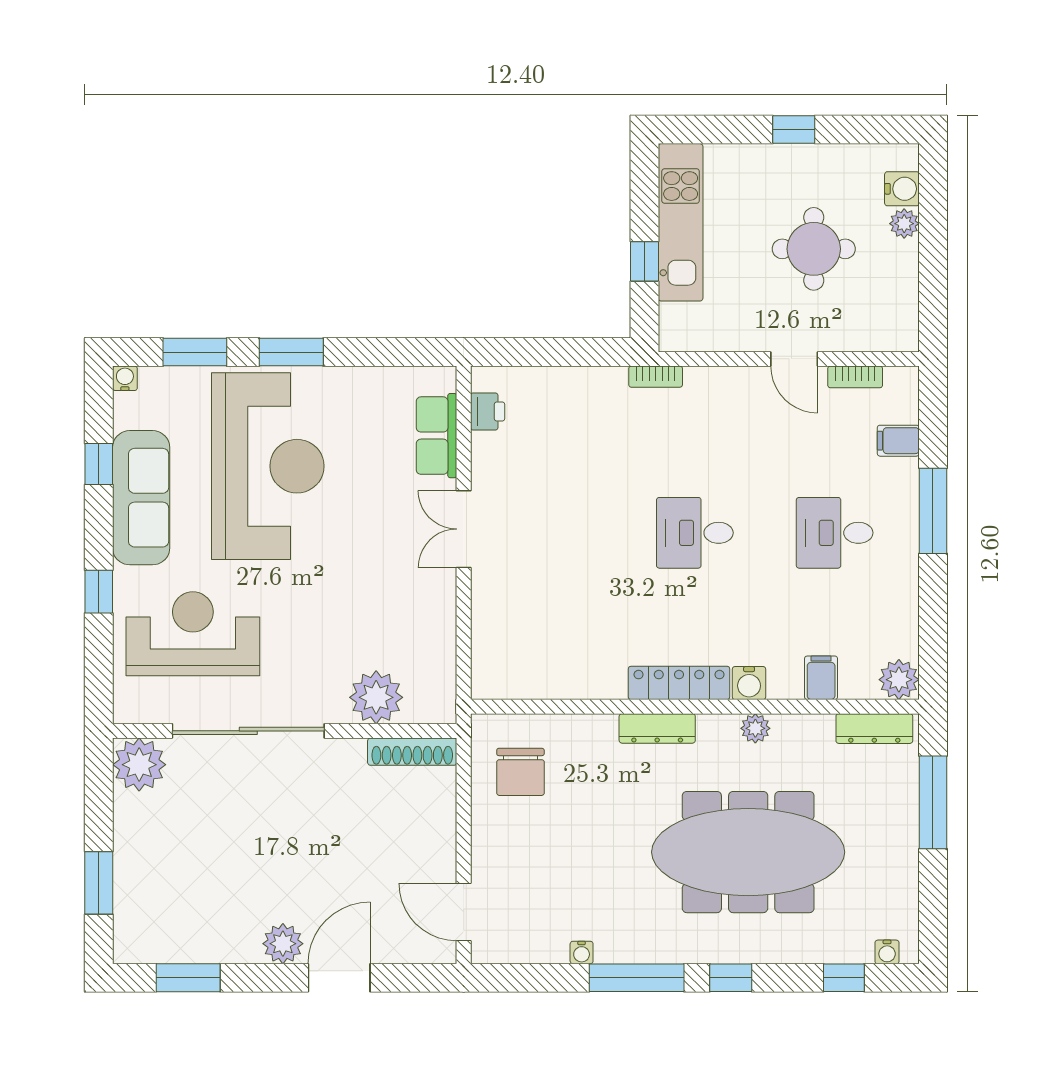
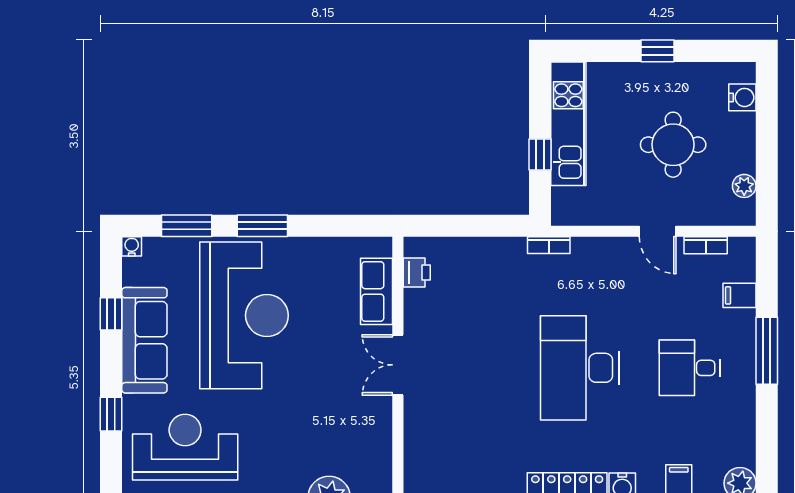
plant: (904, 224) -> (744, 186), moved
desk: (695, 533) -> (580, 368), width x1.87, depth x1.30

